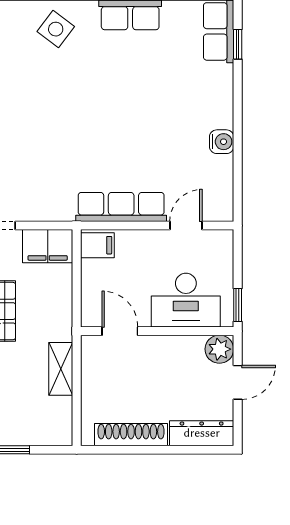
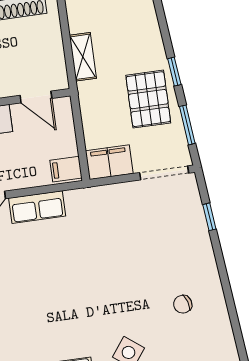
row of seats: (121, 207) -> (37, 207), width x0.68

